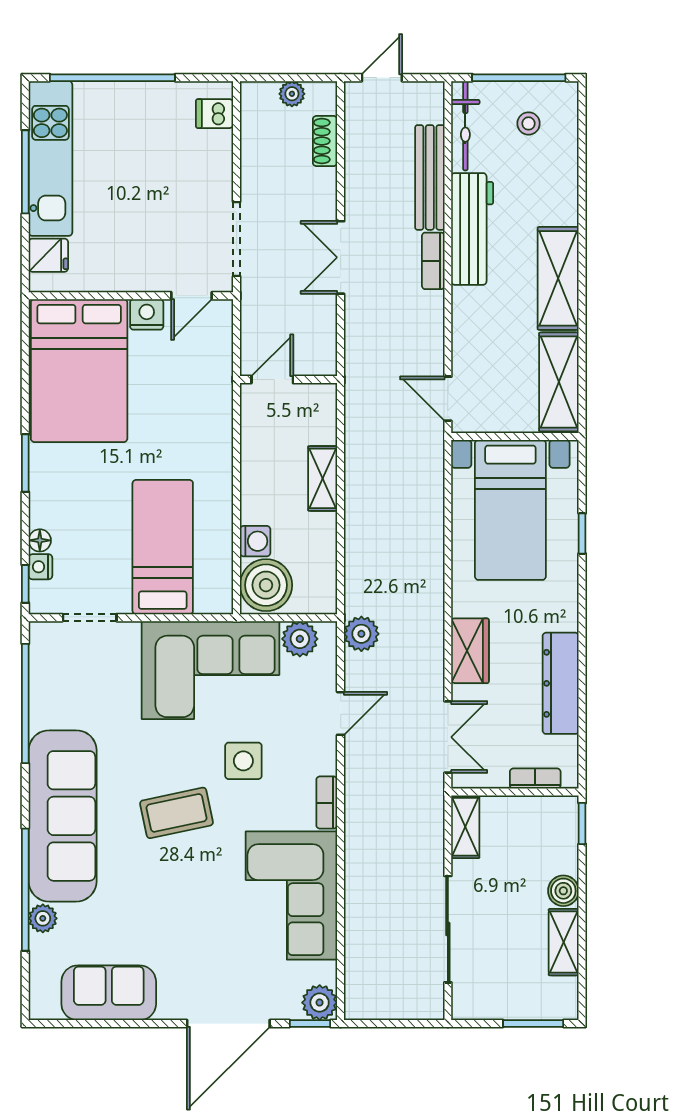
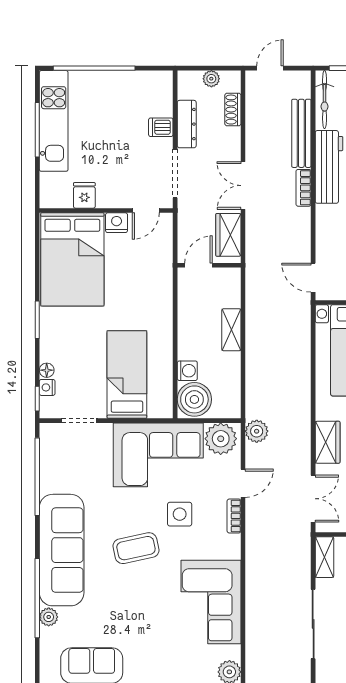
dishwasher: (215, 114) -> (161, 127), moved
dresser: (254, 163) -> (187, 124), added
fridge: (48, 255) -> (84, 195), moved, turned -90
wardrobe: (318, 333) -> (228, 235), added
plant: (300, 639) -> (221, 439), width x1.36, depth x1.36
bookcase: (327, 803) -> (234, 516), moved

